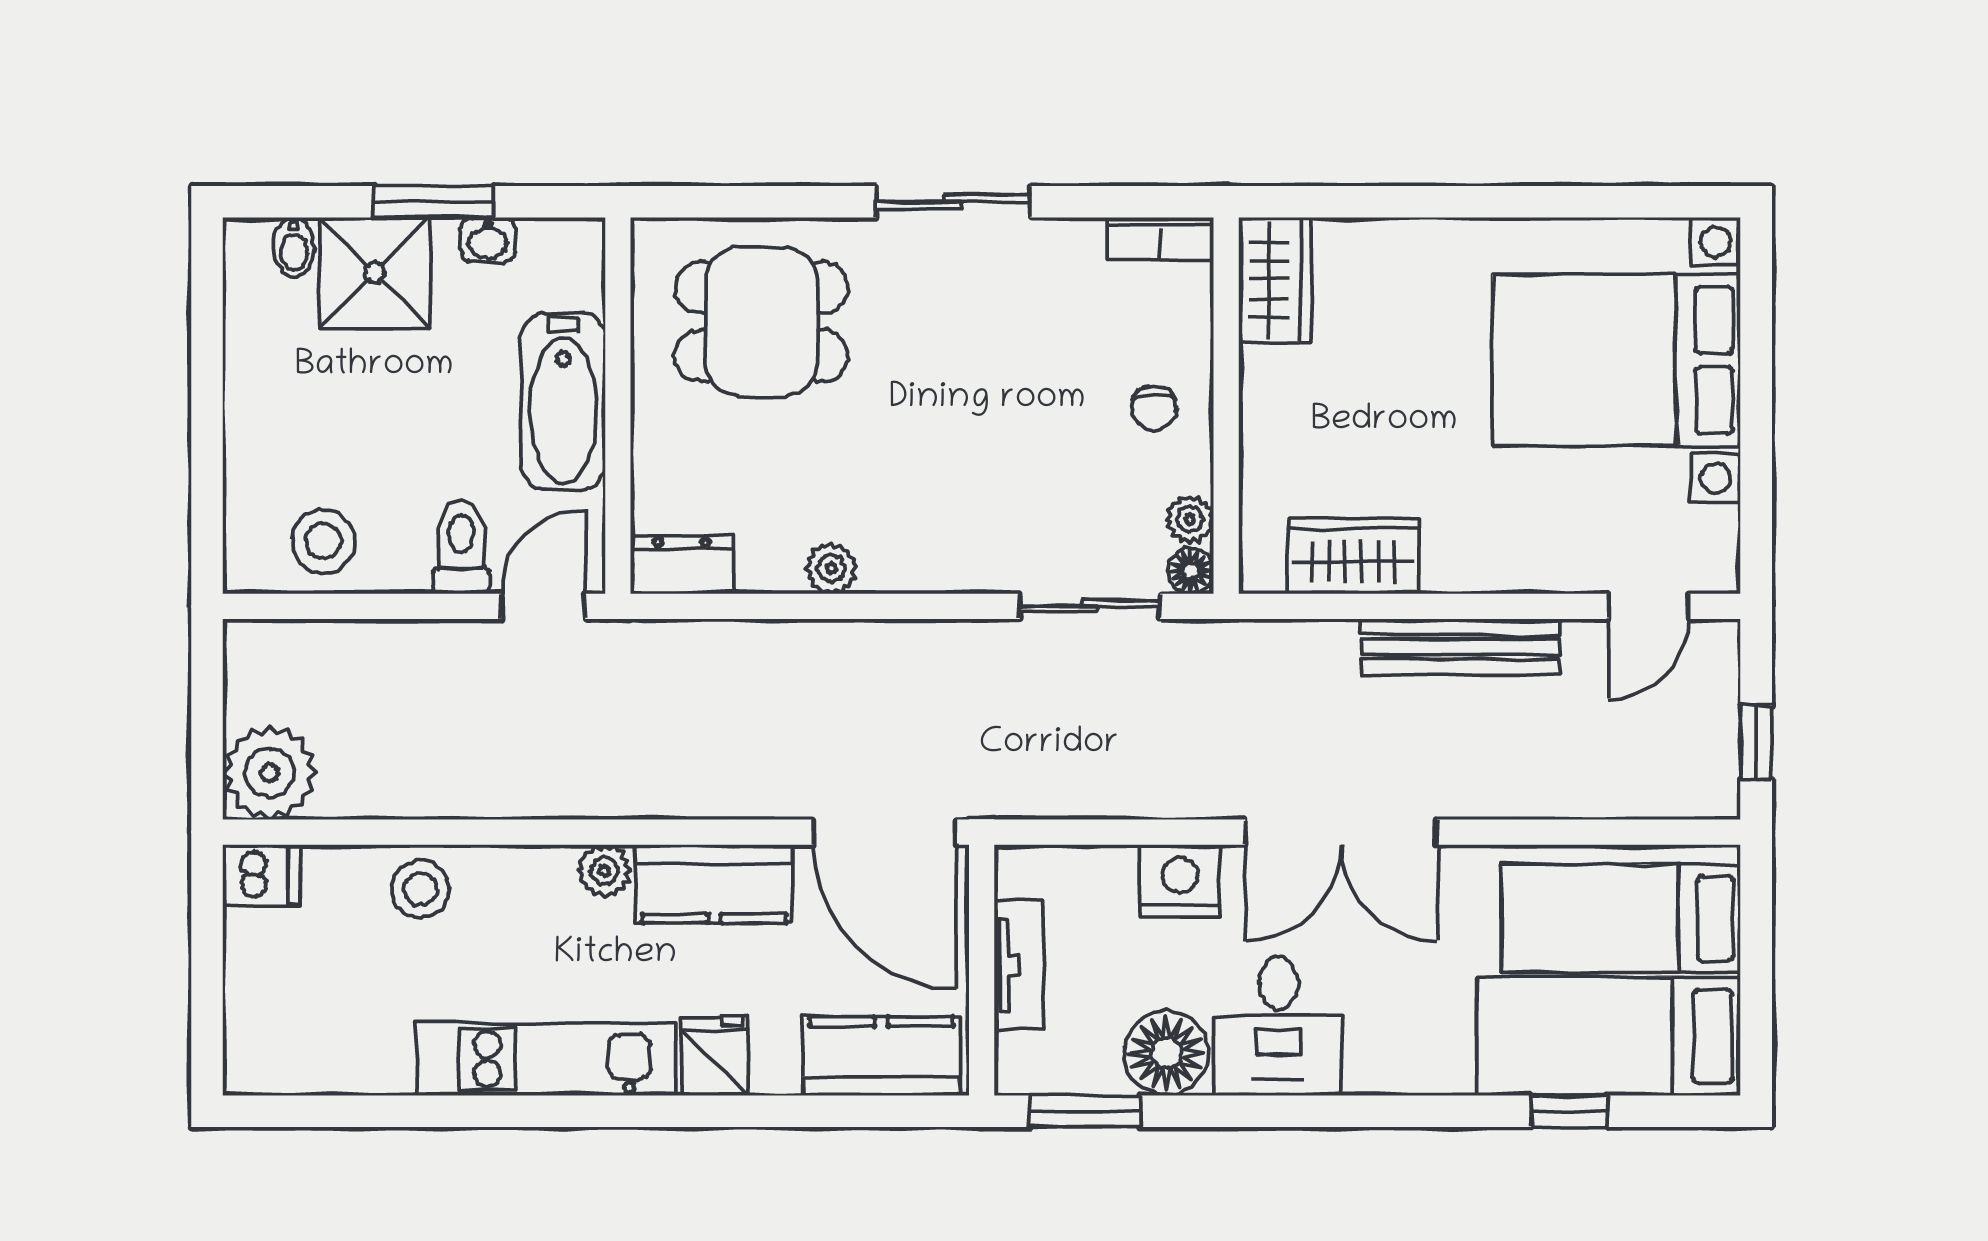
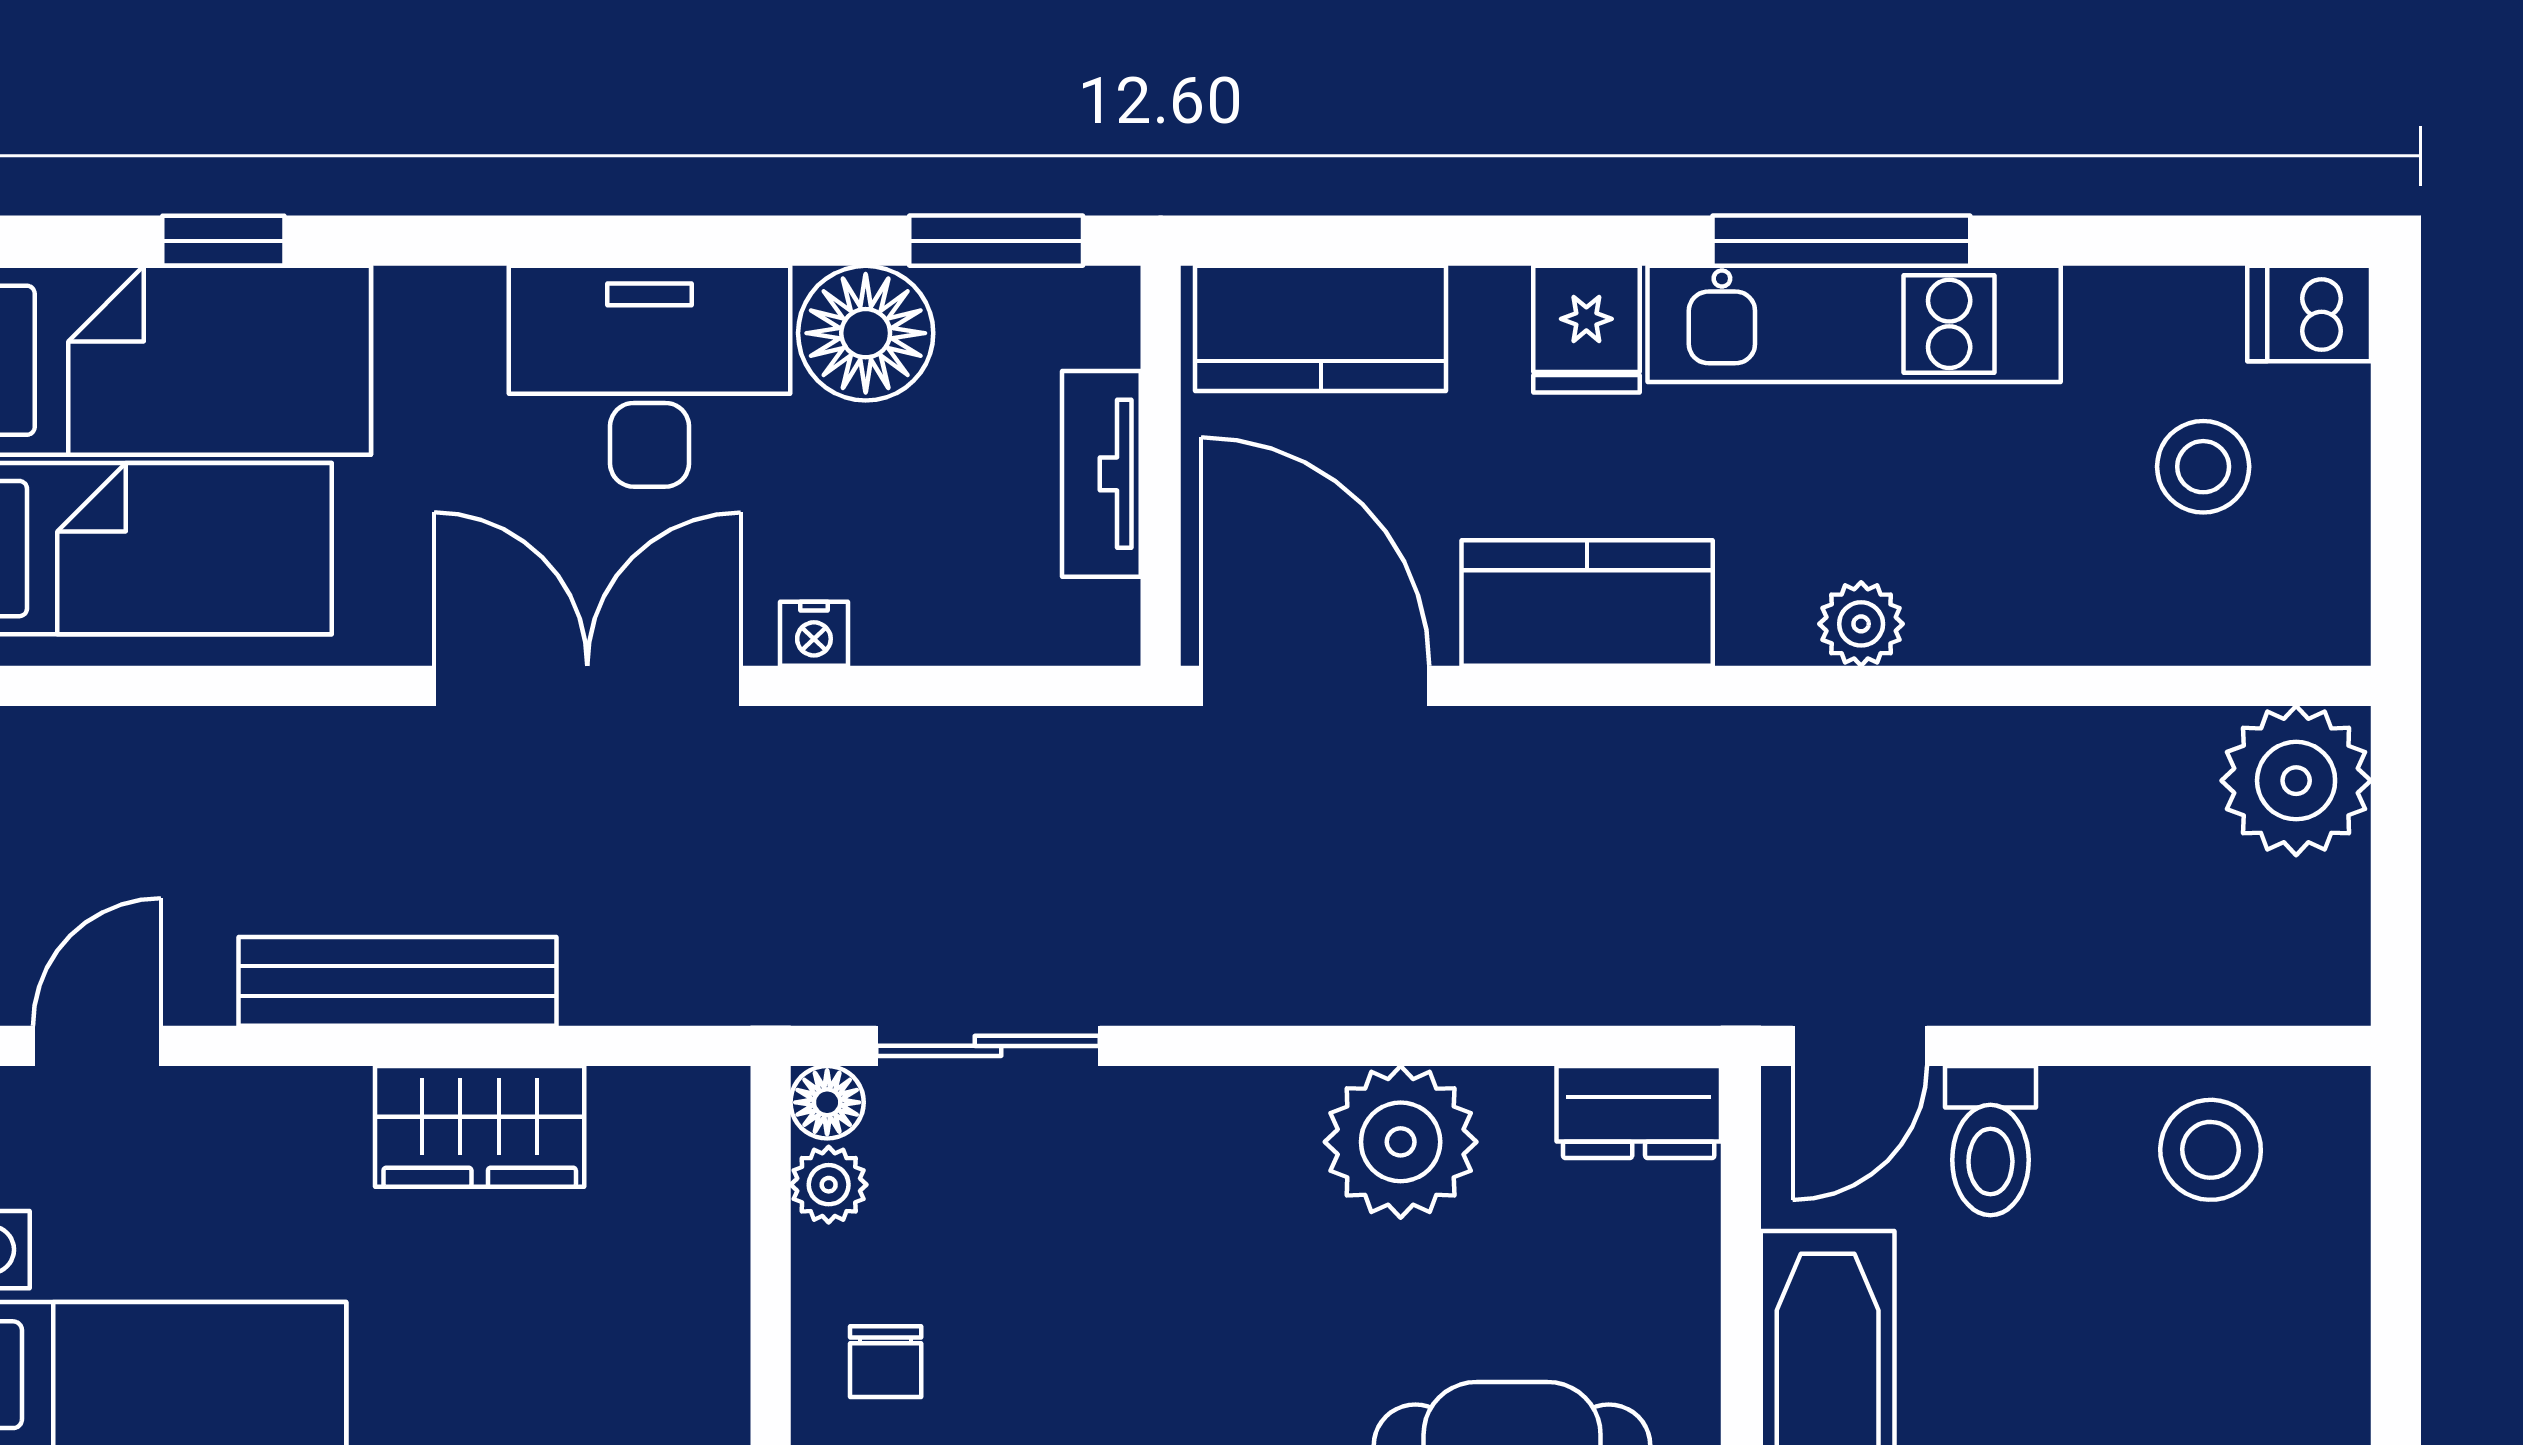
chair: (1154, 408) -> (886, 1362), turned 180
wardrobe: (1353, 556) -> (480, 1126), moved
plant: (831, 568) -> (1401, 1142), width x1.88, depth x1.88
plant: (604, 871) -> (1861, 624), moved
dishwasher: (261, 875) -> (2309, 314), moved
nightstand: (1180, 881) -> (814, 634), width x0.53, depth x0.56
stool: (420, 889) -> (2203, 467), moved
desk: (1278, 1026) -> (649, 376), width x1.37
window: (555, 1111) -> (1841, 241), added

